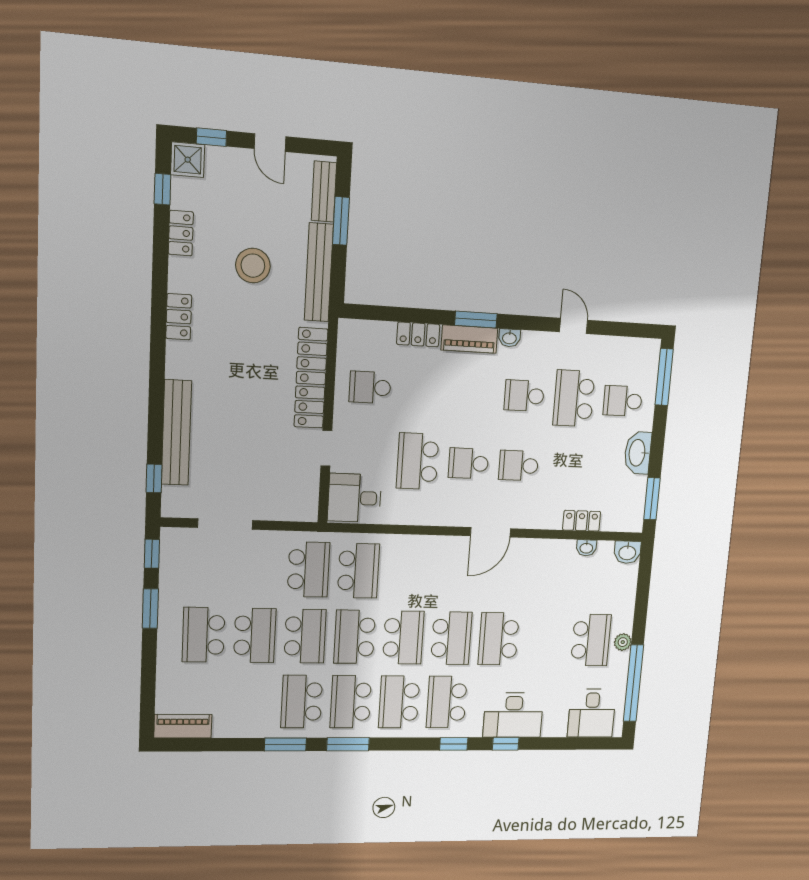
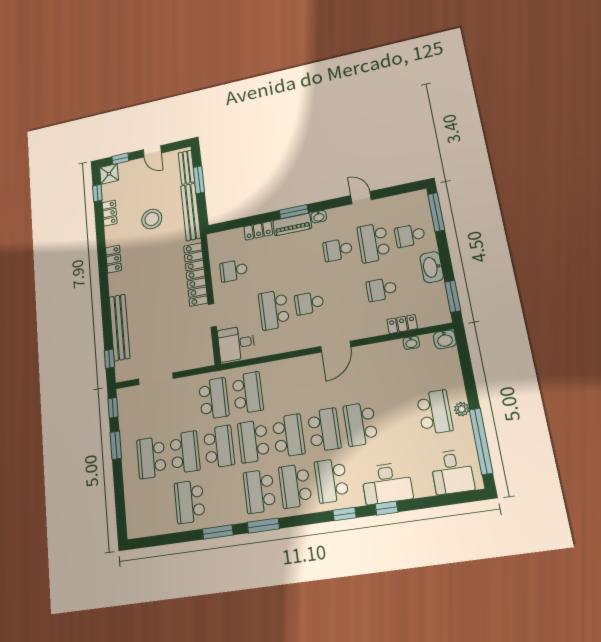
school desk: (519, 465) -> (381, 289), moved
school desk: (302, 702) -> (190, 502), moved
piano: (183, 726) -> (146, 528), removed

